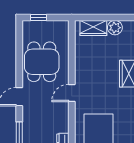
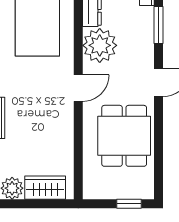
plant: (58, 121) -> (100, 45), added

